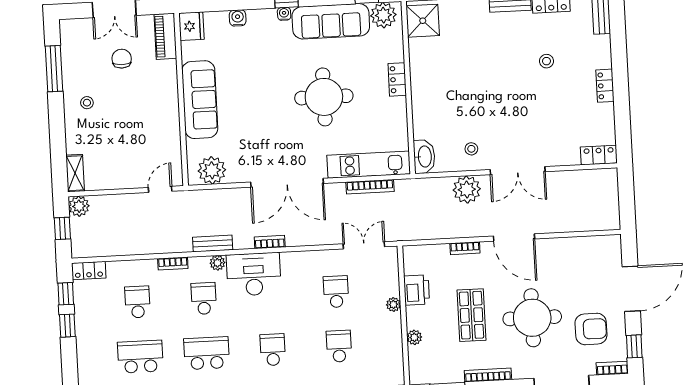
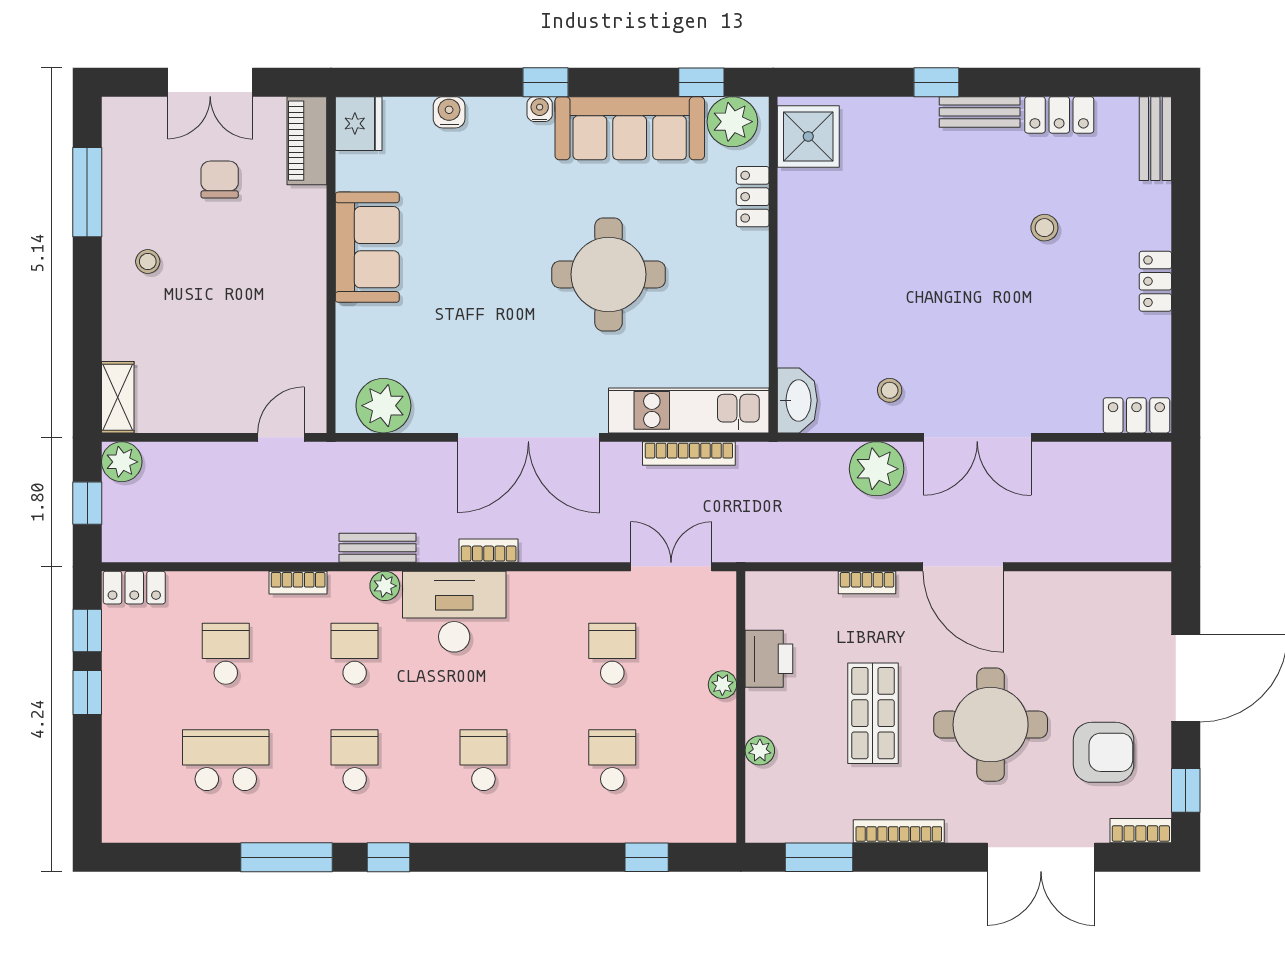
locker: (397, 79) -> (753, 197), moved
sofa: (200, 100) -> (367, 247), width x0.73
school desk: (207, 353) -> (355, 760), width x0.54

